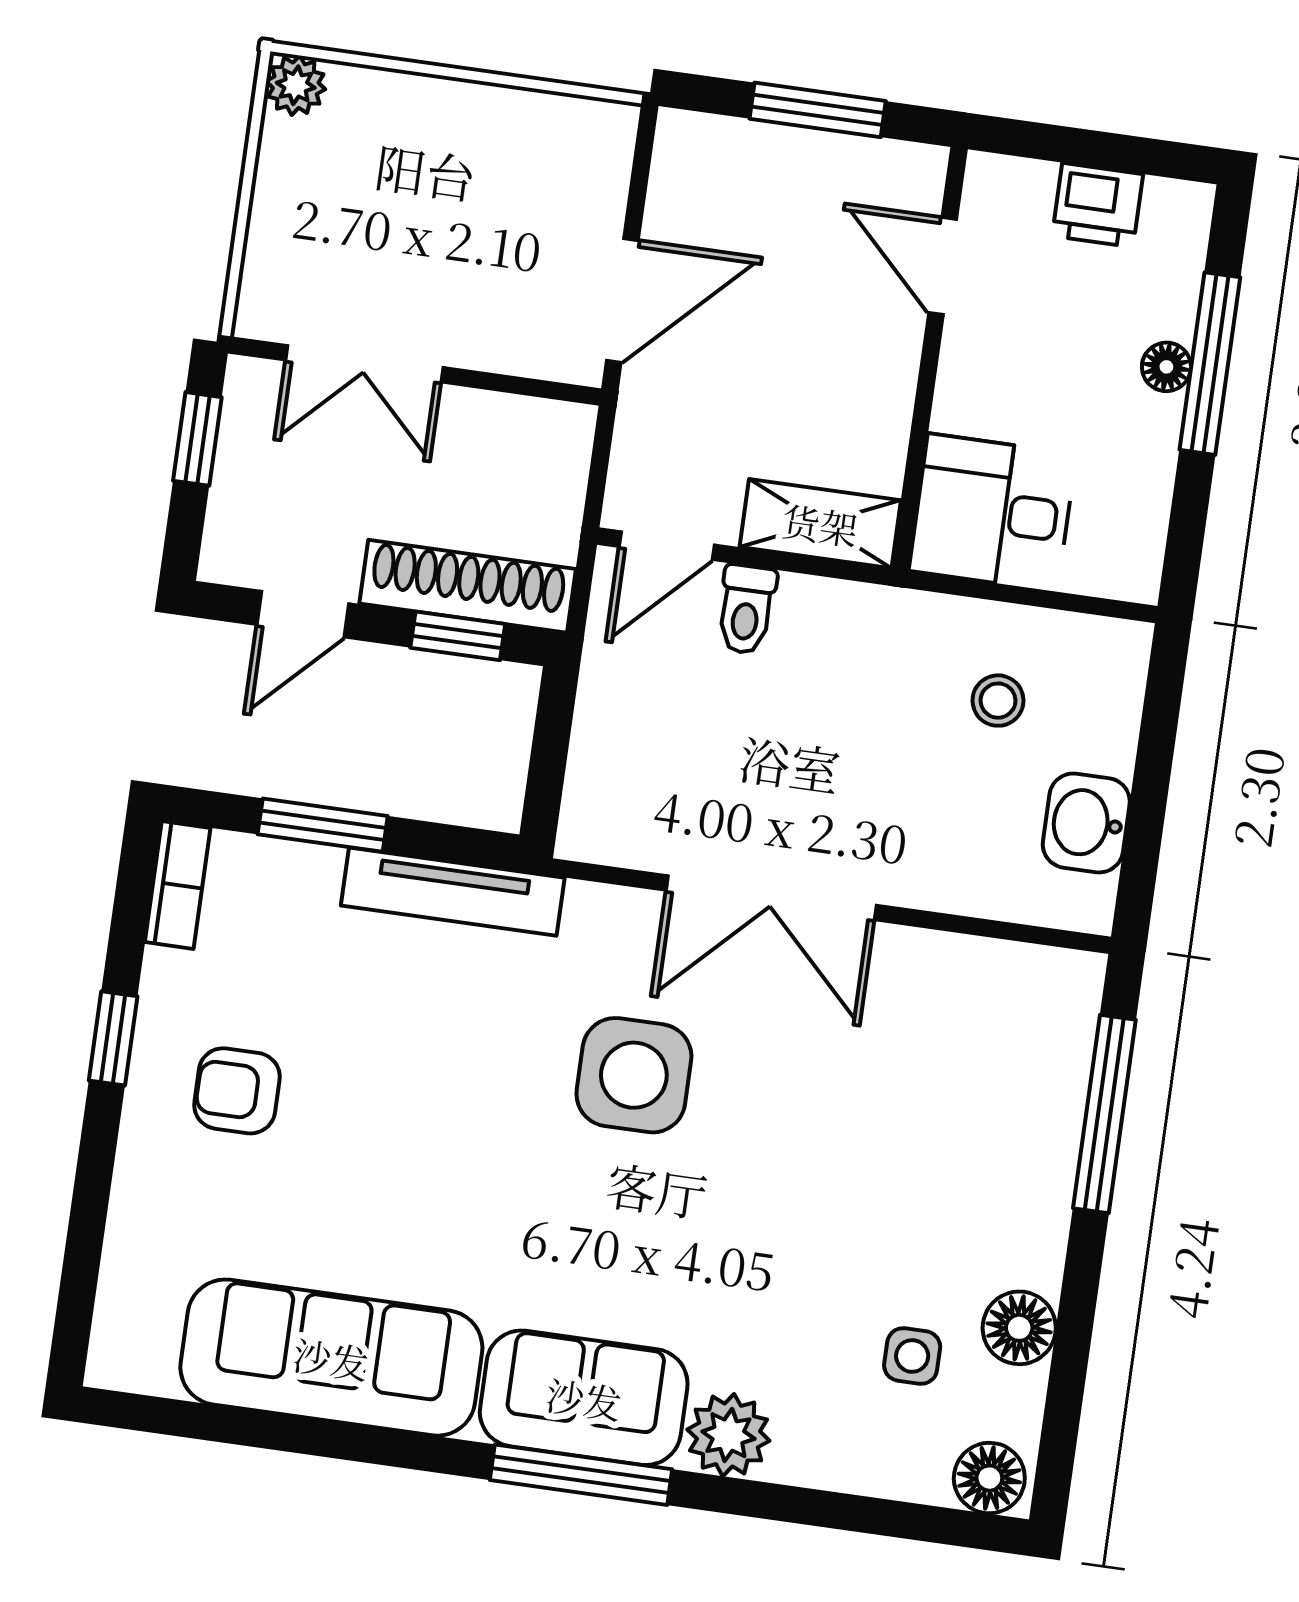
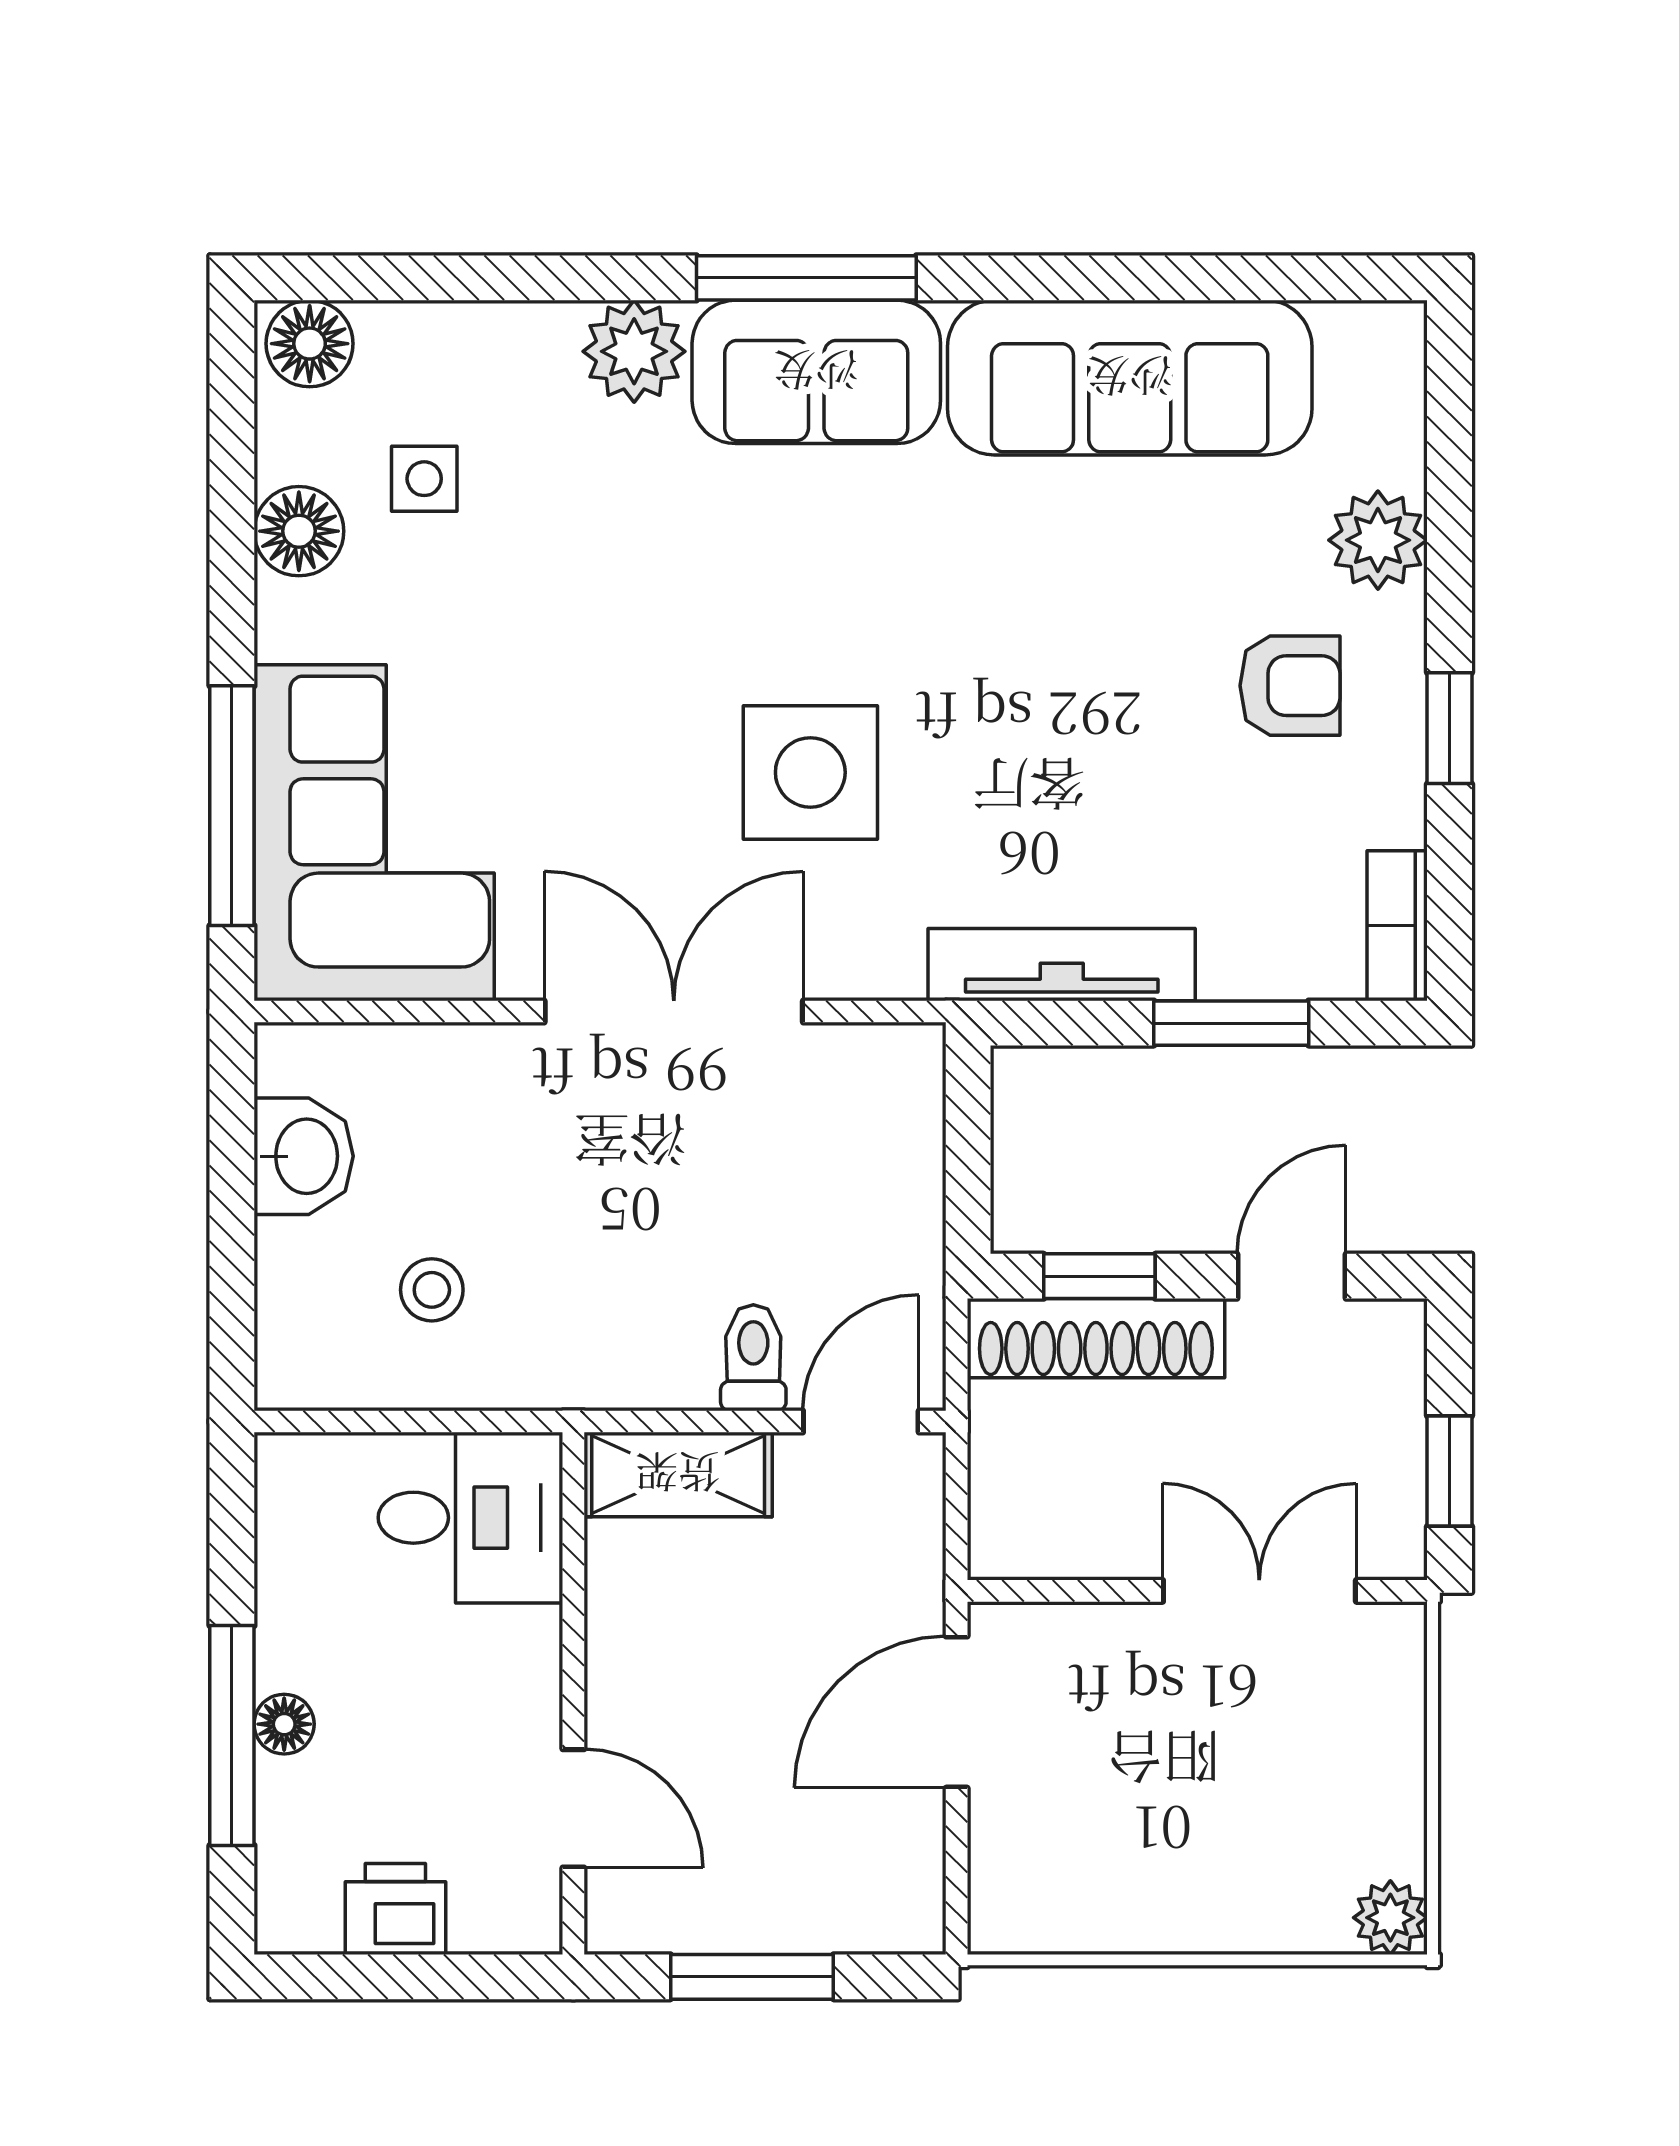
corner sofa: (993, 1076) -> (374, 833), added
plant: (149, 1198) -> (1378, 540), added

